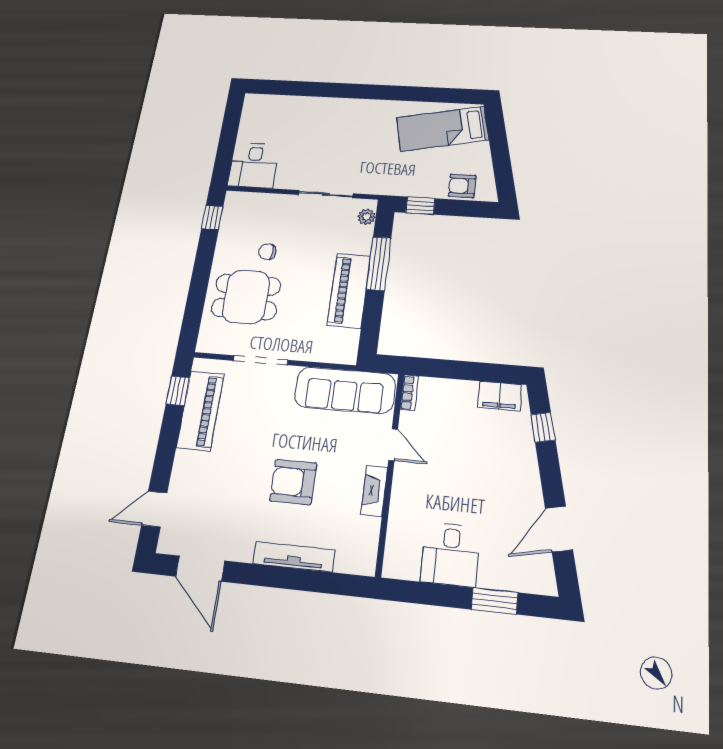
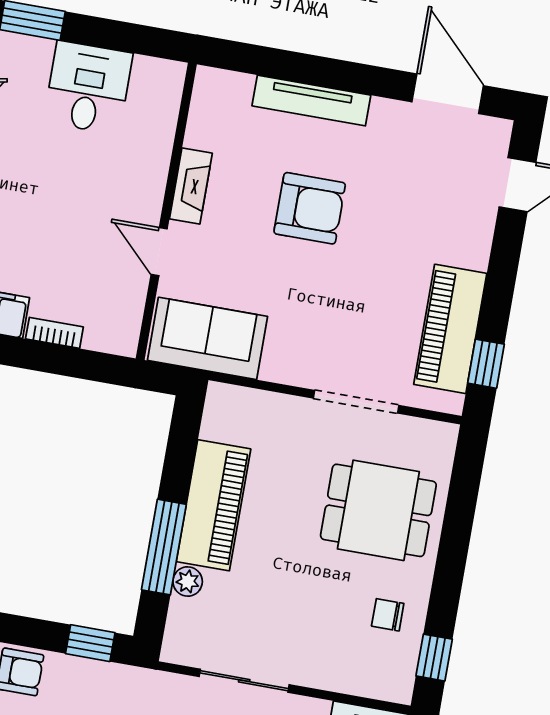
plant: (367, 217) -> (188, 581), moved
chair: (267, 252) -> (388, 615), moved, turned 180
sofa: (345, 390) -> (207, 338), width x0.73
bookcase: (409, 393) -> (54, 333), moved, turned 90

